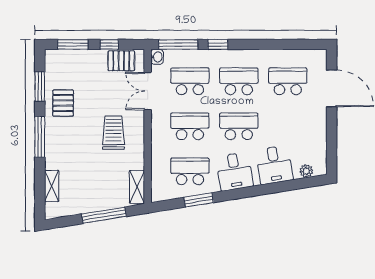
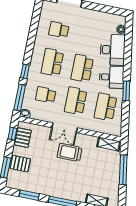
window: (109, 44) -> (12, 134), moved
school desk: (190, 81) -> (46, 95), width x0.54
school desk: (288, 81) -> (59, 30), width x0.54
double door: (148, 91) -> (65, 128), moved
pallet: (63, 103) -> (20, 164), moved
desk: (274, 165) -> (113, 50), width x1.37
window: (199, 200) -> (126, 91), moved

